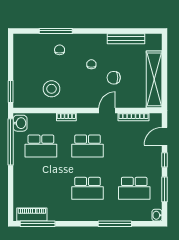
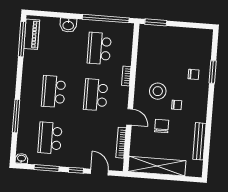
window: (56, 31) -> (213, 72), width x0.69
stool: (51, 89) -> (158, 91), moved
washbasin: (20, 123) -> (68, 25), moved

